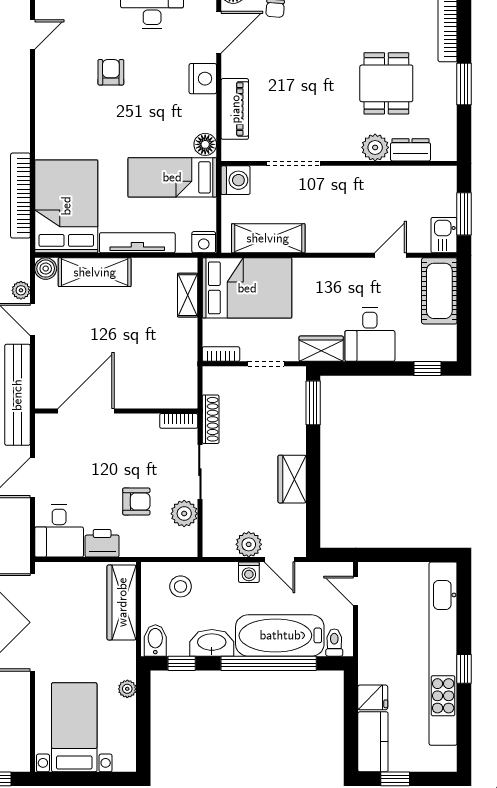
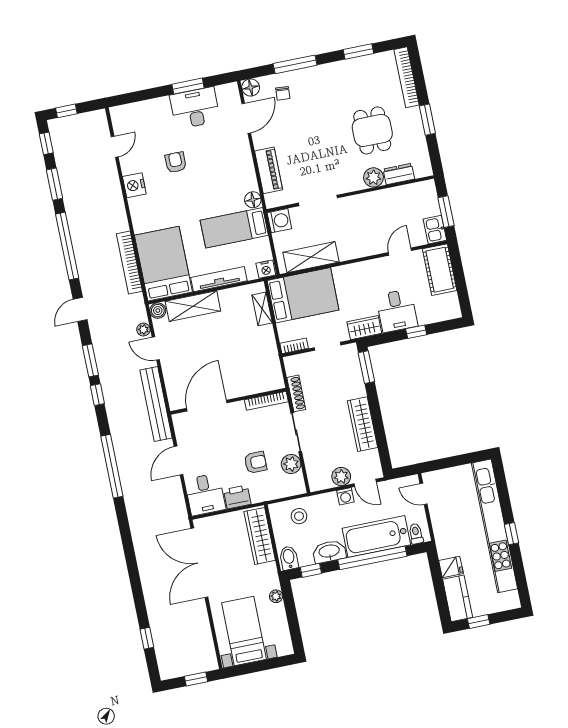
nightstand: (203, 79) -> (134, 185), moved, turned 180
window: (427, 369) -> (416, 332), moved
bookcase: (179, 421) -> (266, 401), width x1.56
wardrobe: (292, 479) -> (363, 424), width x1.50

